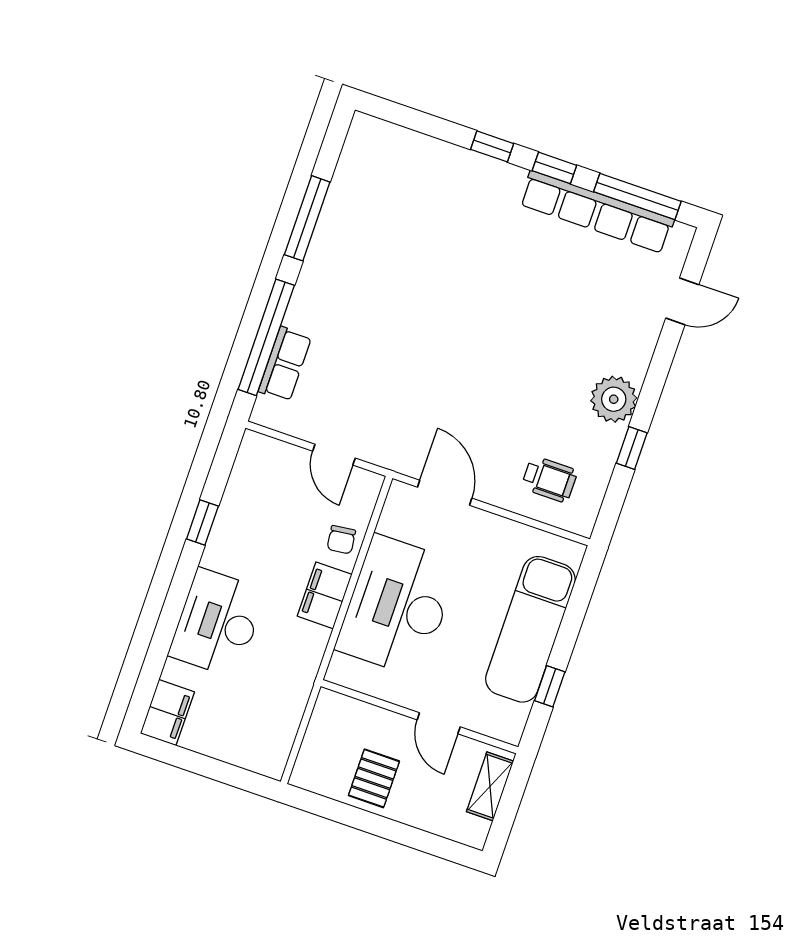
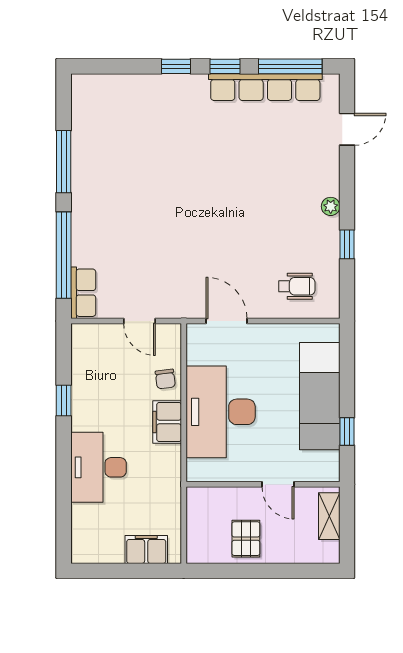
row of seats: (285, 364) -> (83, 293), moved
plant: (614, 399) -> (331, 206), width x0.53, depth x0.53
filing cabinet: (167, 713) -> (146, 549), moved, turned -90

